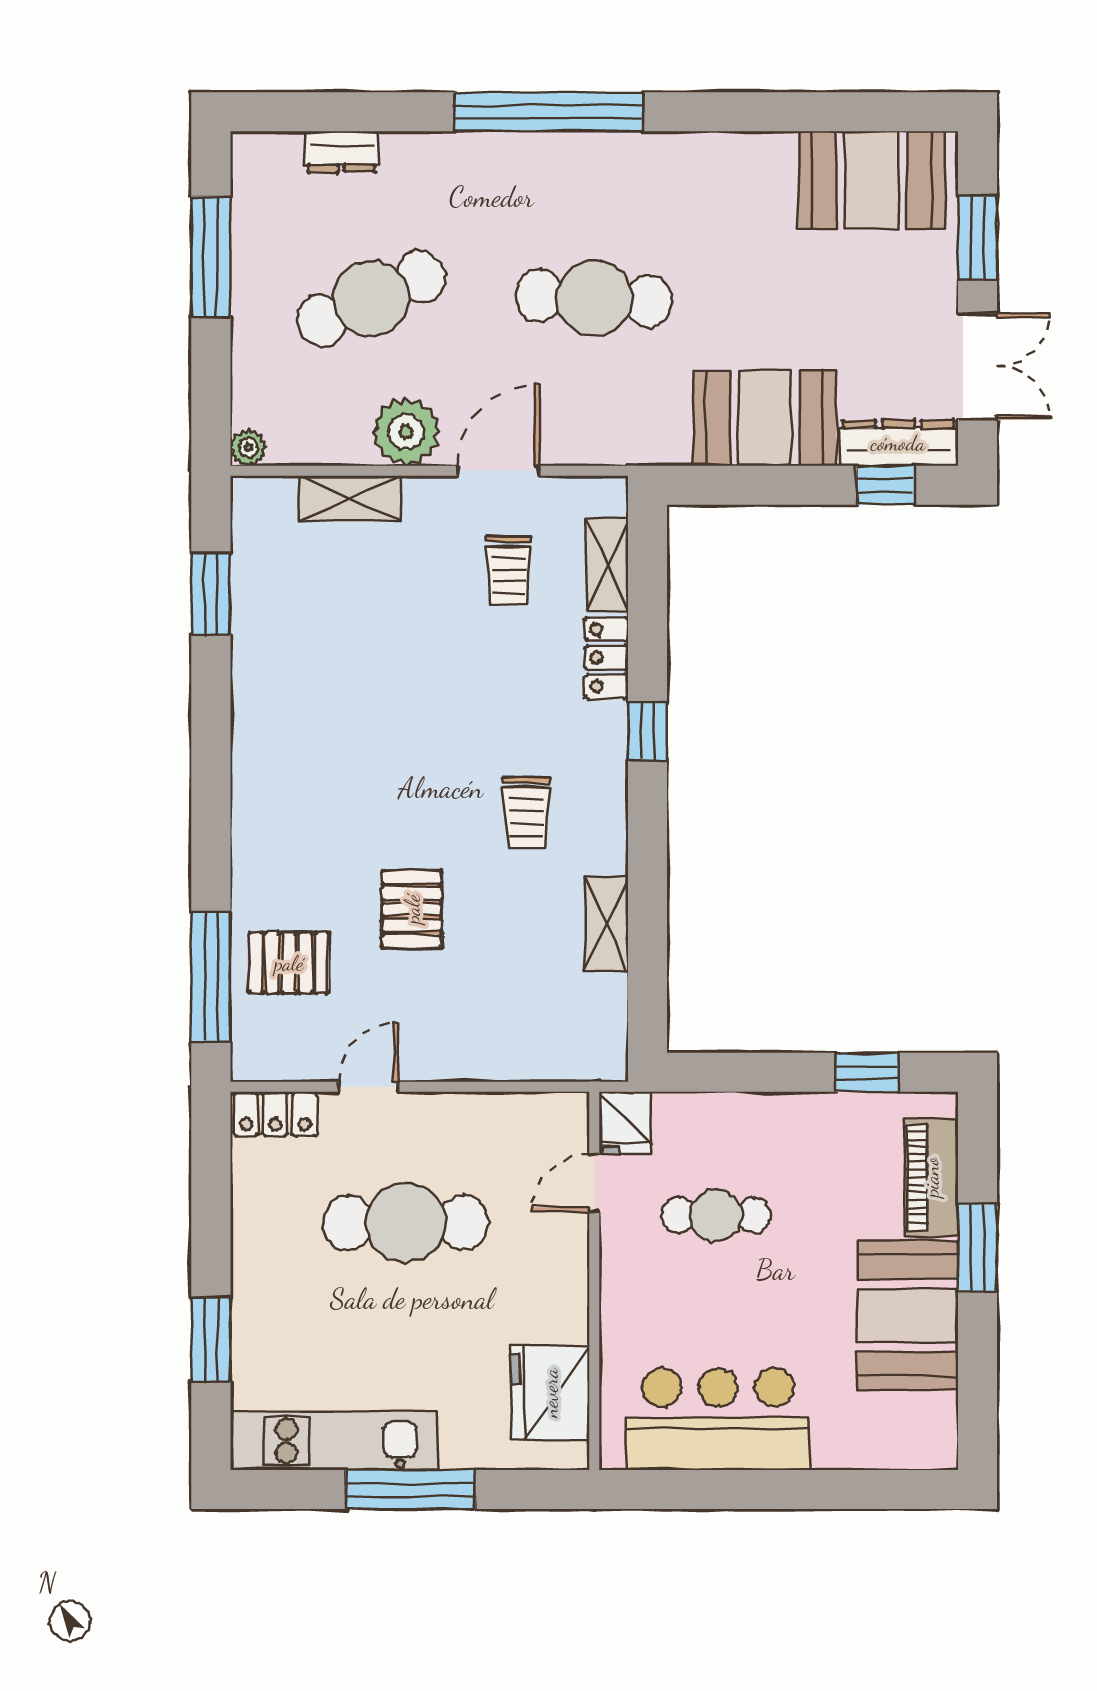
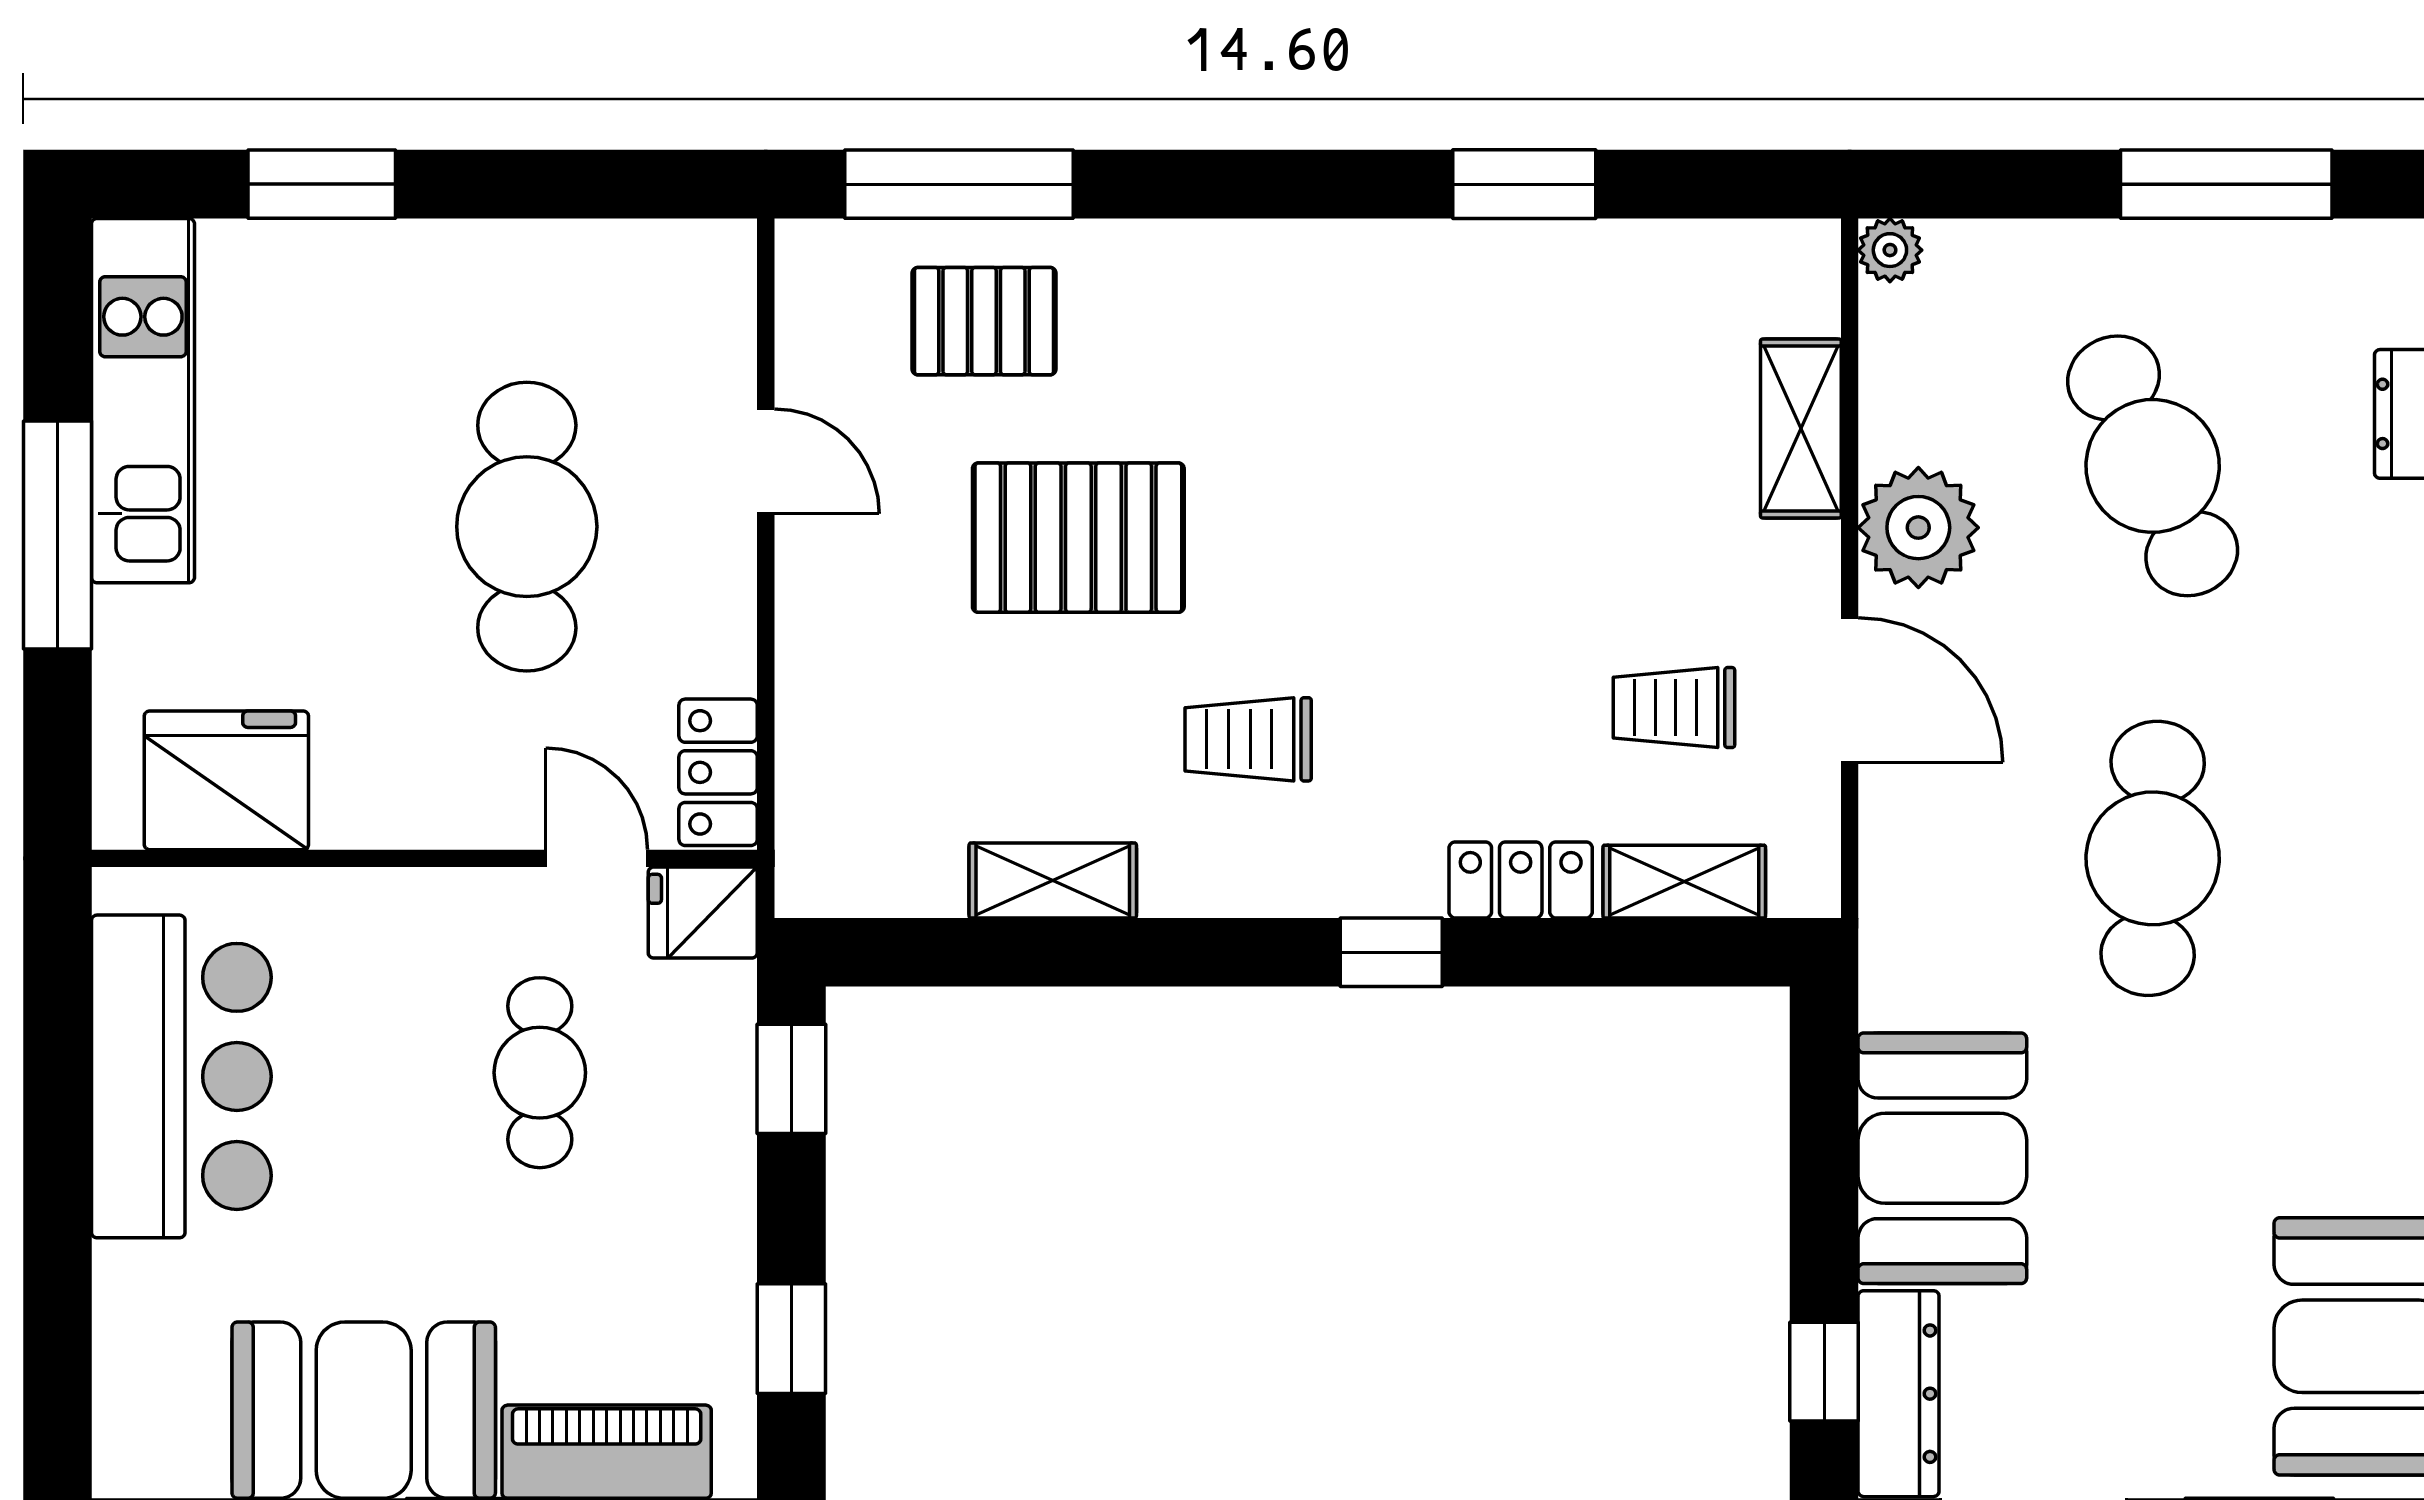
window: (211, 594) -> (1524, 184), moved
pallet: (412, 909) -> (1078, 538), width x1.50, depth x1.42
pallet: (289, 963) -> (984, 321), turned 90
window: (720, 1072) -> (791, 1079), added
locker: (275, 1114) -> (718, 772), moved

